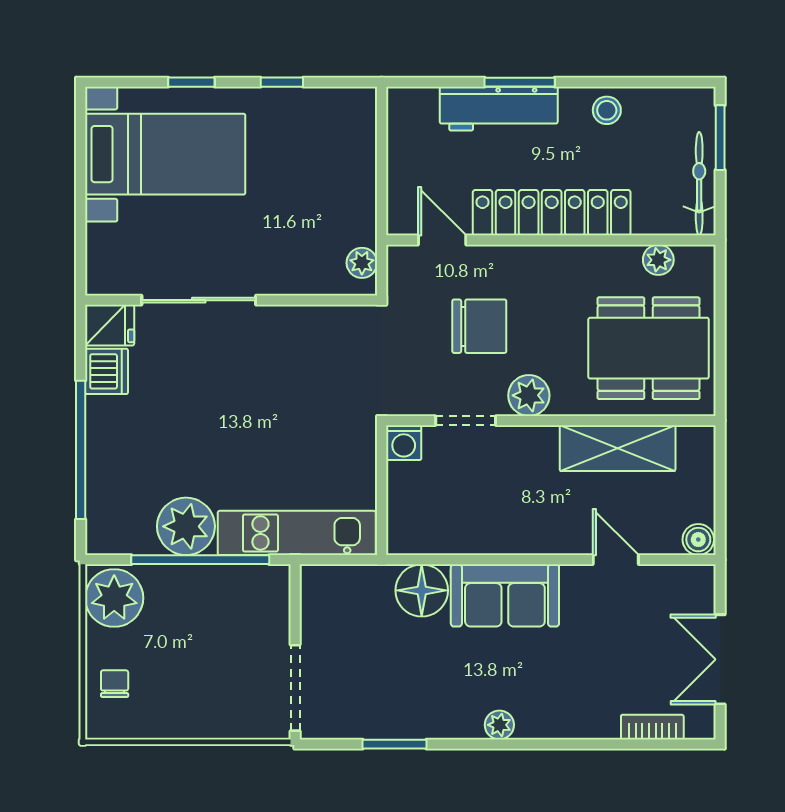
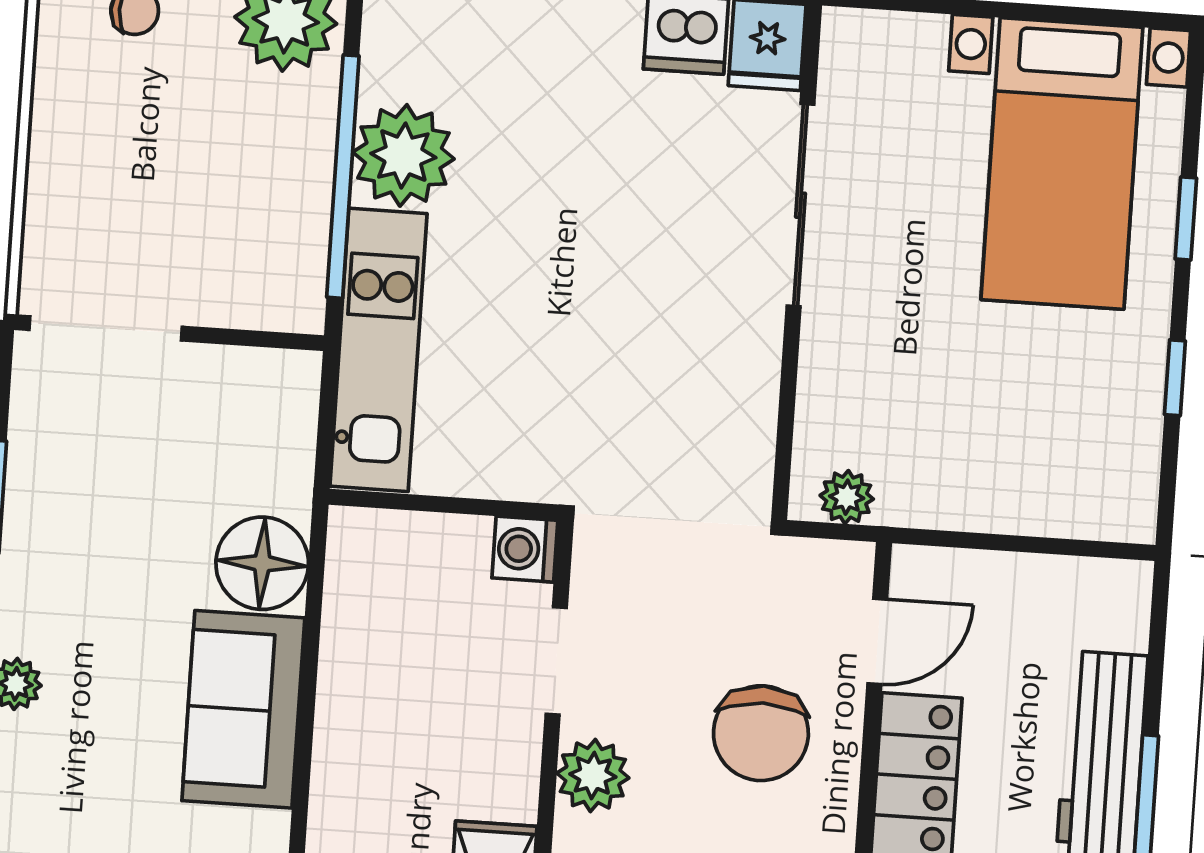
chair: (479, 326) -> (761, 733), moved

